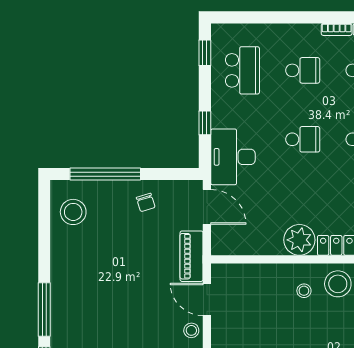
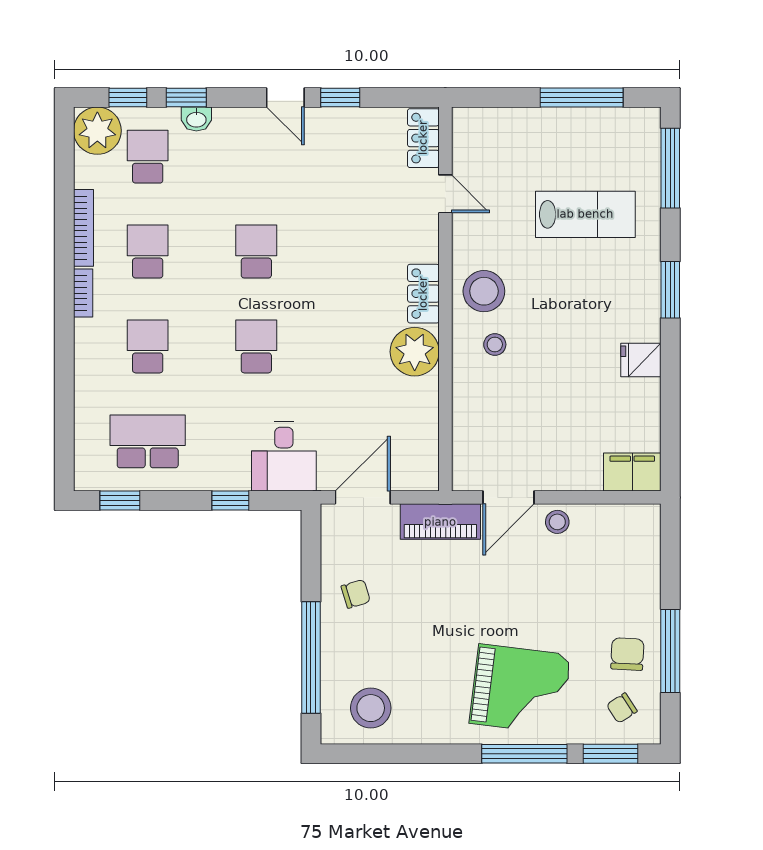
desk: (233, 157) -> (284, 456), width x0.73
grand piano: (85, 307) -> (520, 689), added

